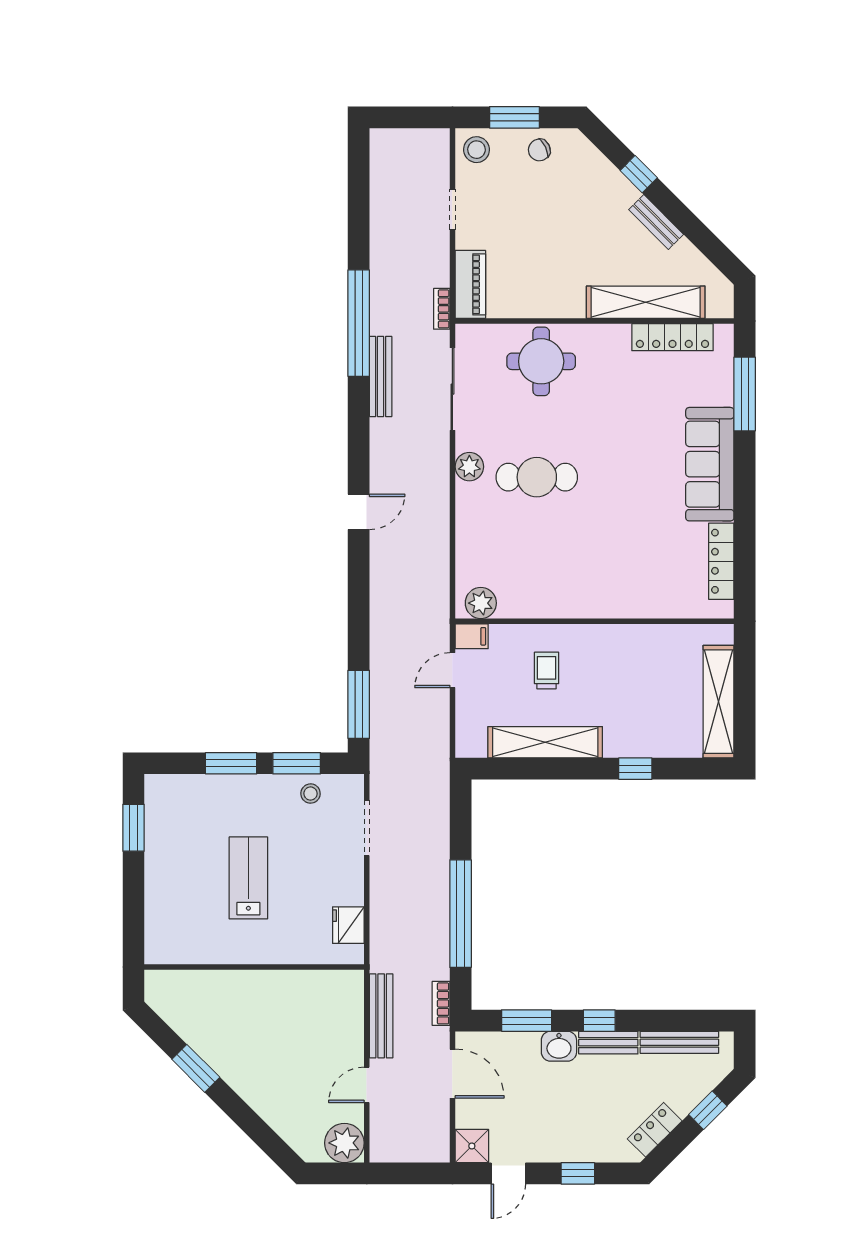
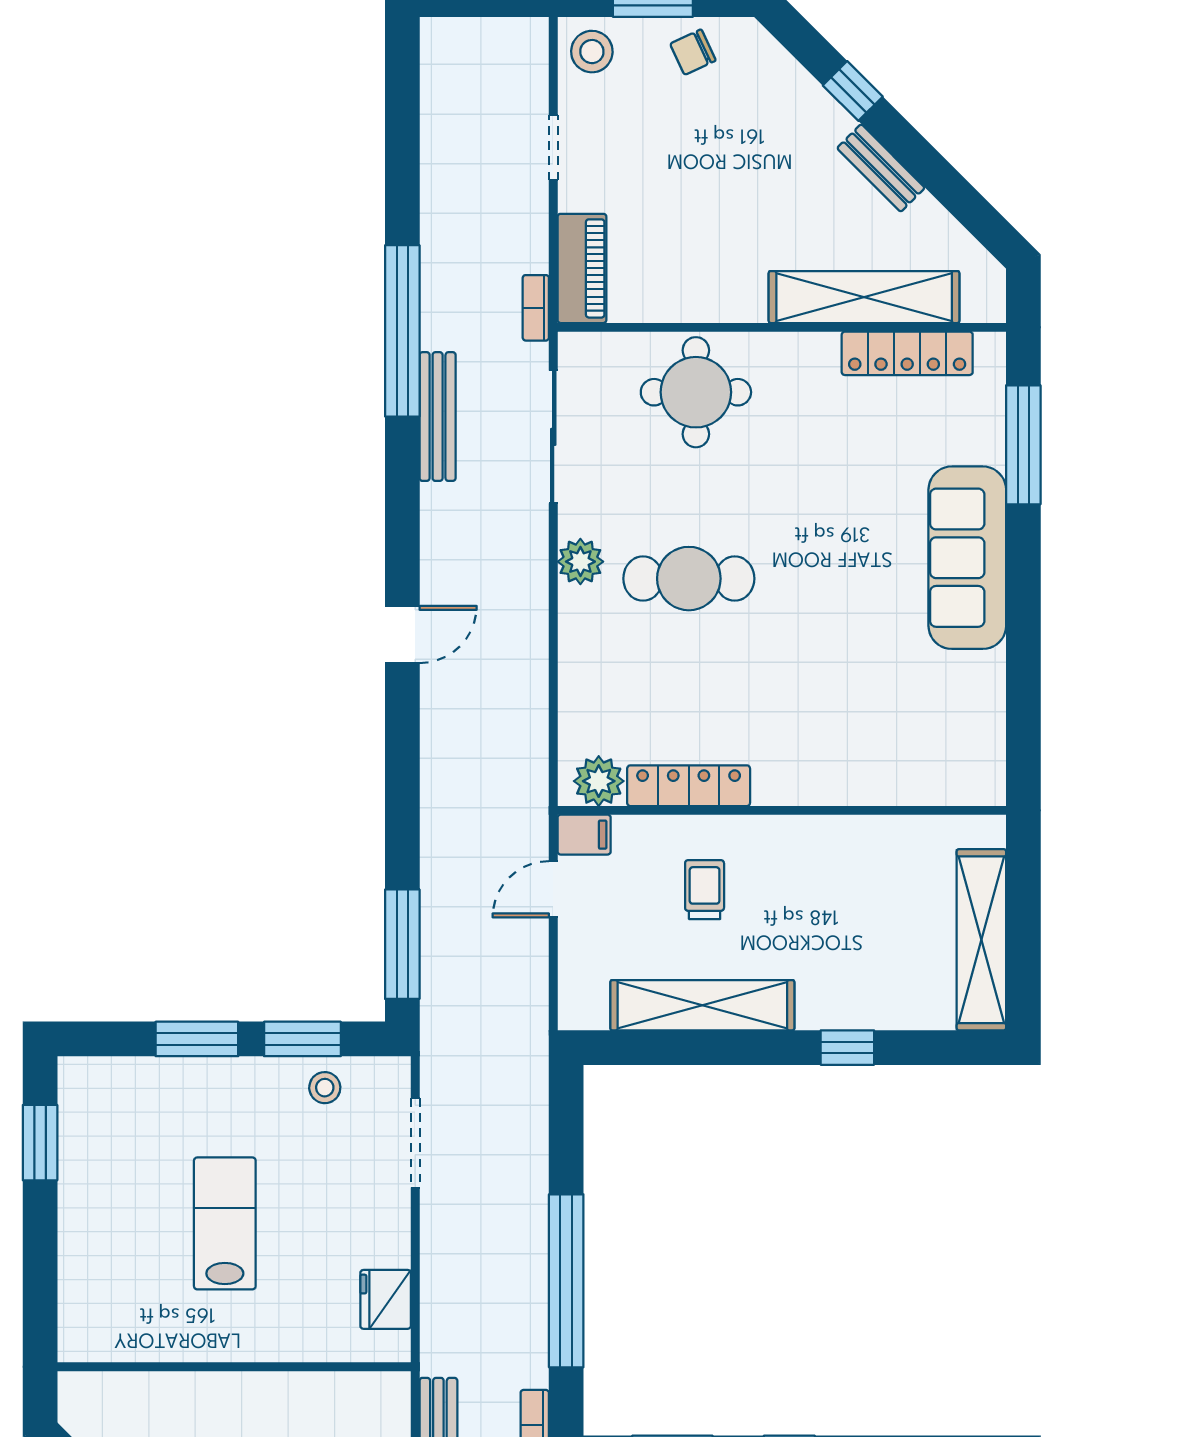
locker: (721, 561) -> (689, 786), moved, turned 90

